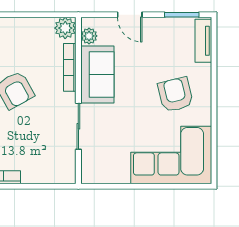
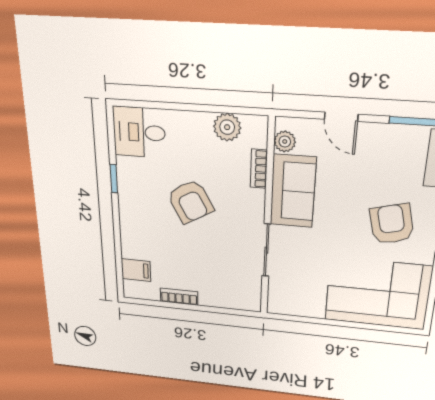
plant: (65, 28) -> (227, 127), moved
bookcase: (70, 67) -> (259, 169), width x0.64

